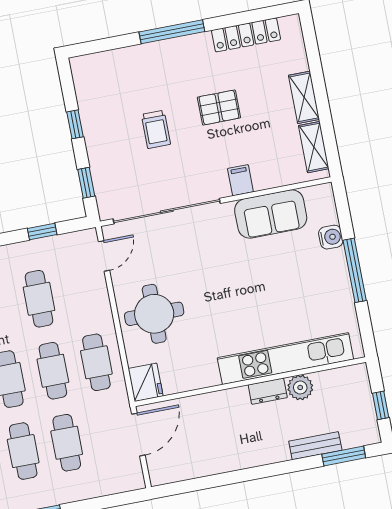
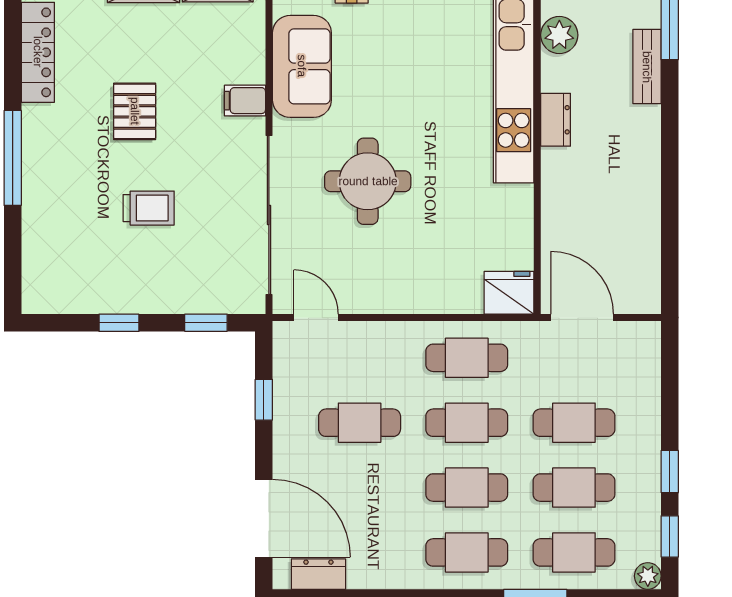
round table: (154, 314) -> (368, 181), moved
plant: (300, 387) -> (559, 35), moved

